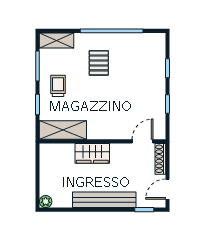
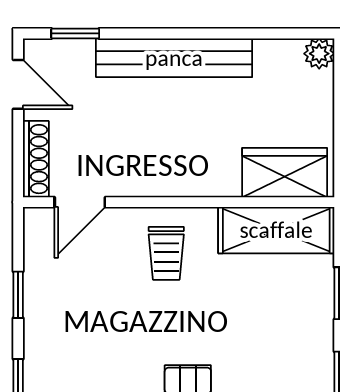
trolley: (58, 86) -> (166, 253), moved
wardrobe: (92, 153) -> (285, 173), moved
door: (167, 189) -> (18, 84), hinge flipped

